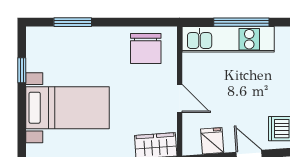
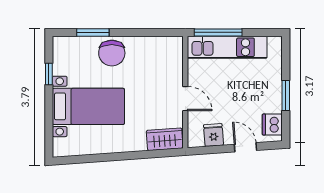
window: (241, 22) -> (218, 32), moved
chair: (146, 49) -> (112, 53), moved

